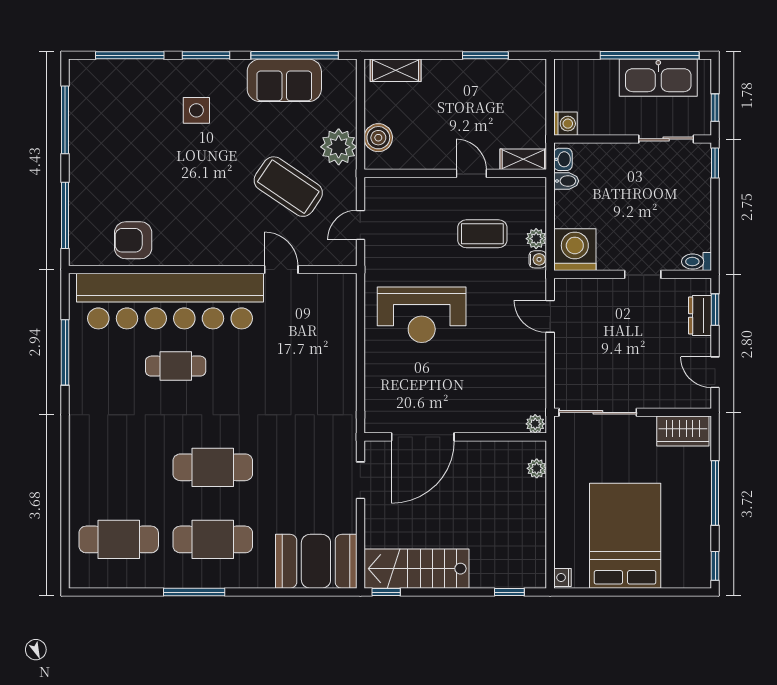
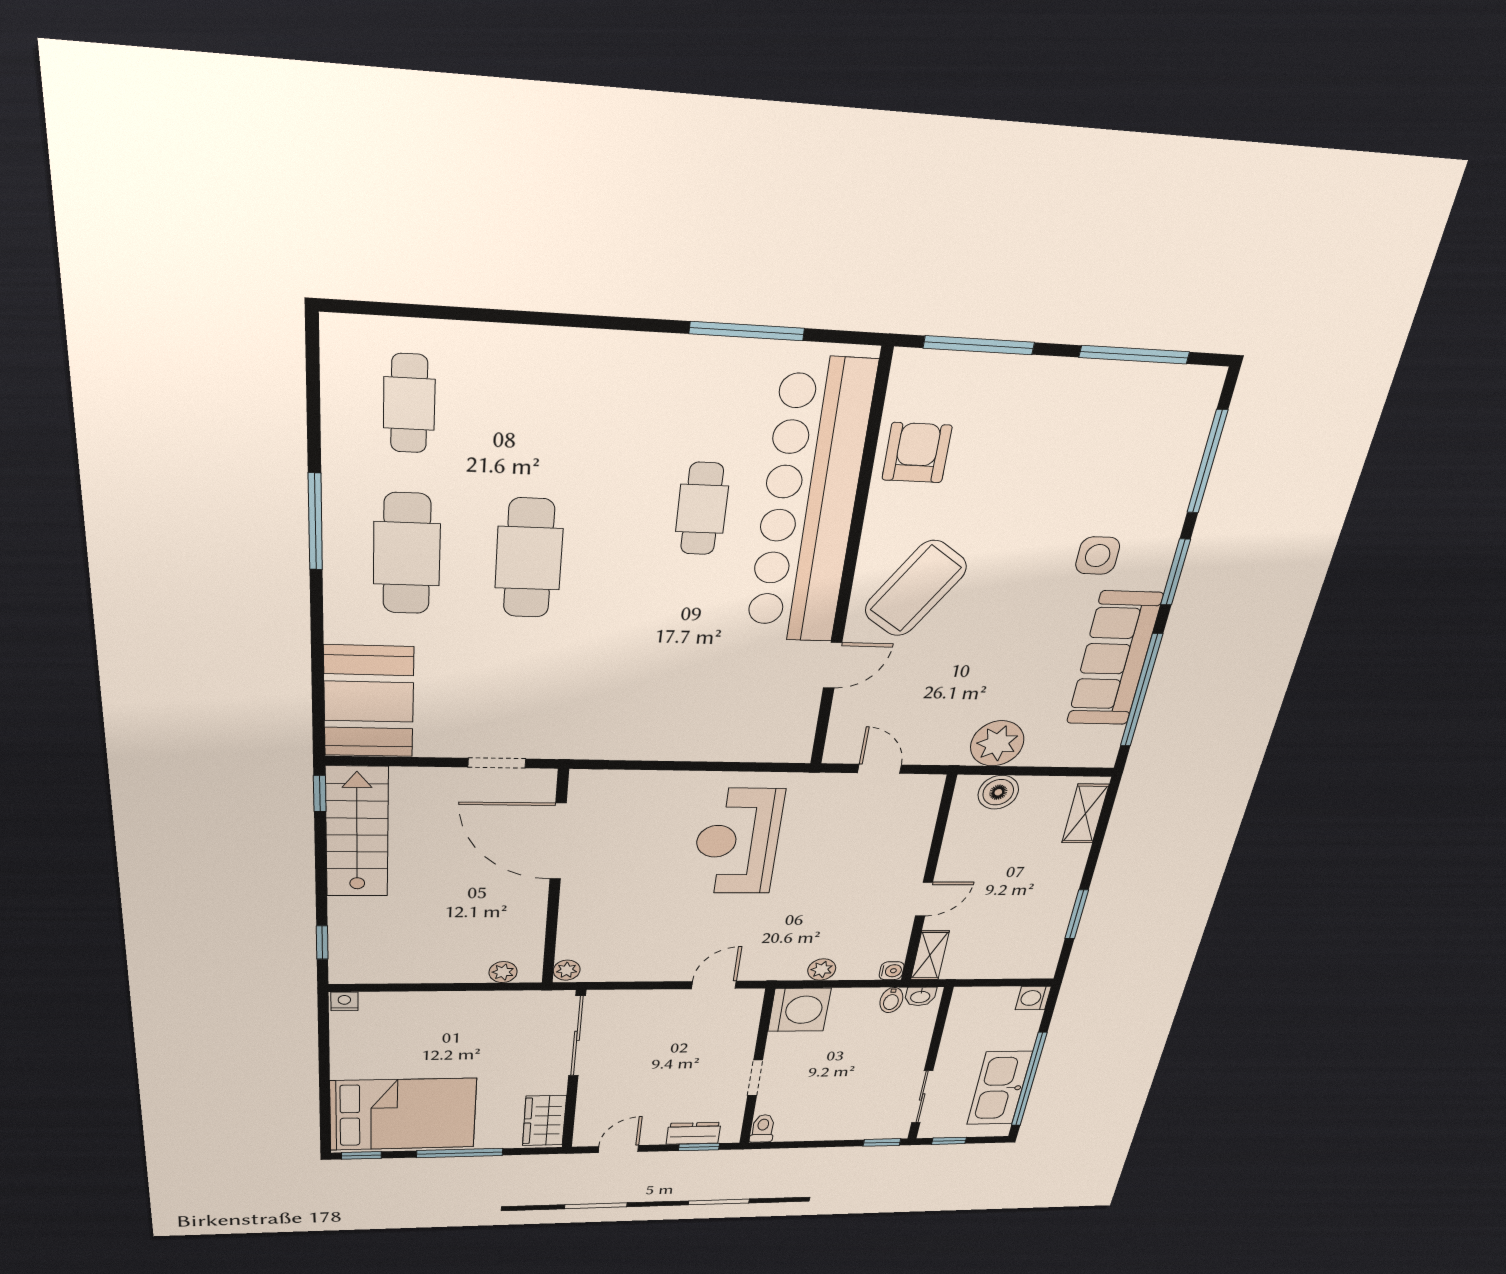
sofa: (284, 80) -> (1114, 659), width x1.36
washing machine: (565, 124) -> (1033, 998), moved, turned 90
coffee table: (288, 187) -> (916, 588), moved
coffee table: (482, 234) -> (839, 911), removed
water cooler: (538, 259) -> (892, 971), moved, turned -90
bed: (625, 536) -> (403, 1114), moved
cafe table: (119, 539) -> (409, 404), width x0.73, depth x0.74

